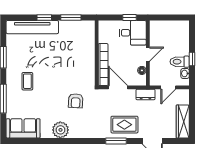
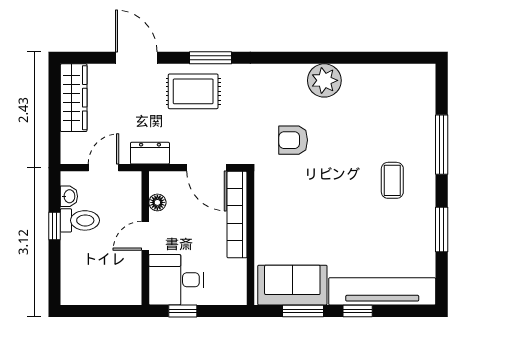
armchair: (76, 101) -> (293, 140), turned -93
sofa: (23, 128) -> (292, 285), moved, turned 180

